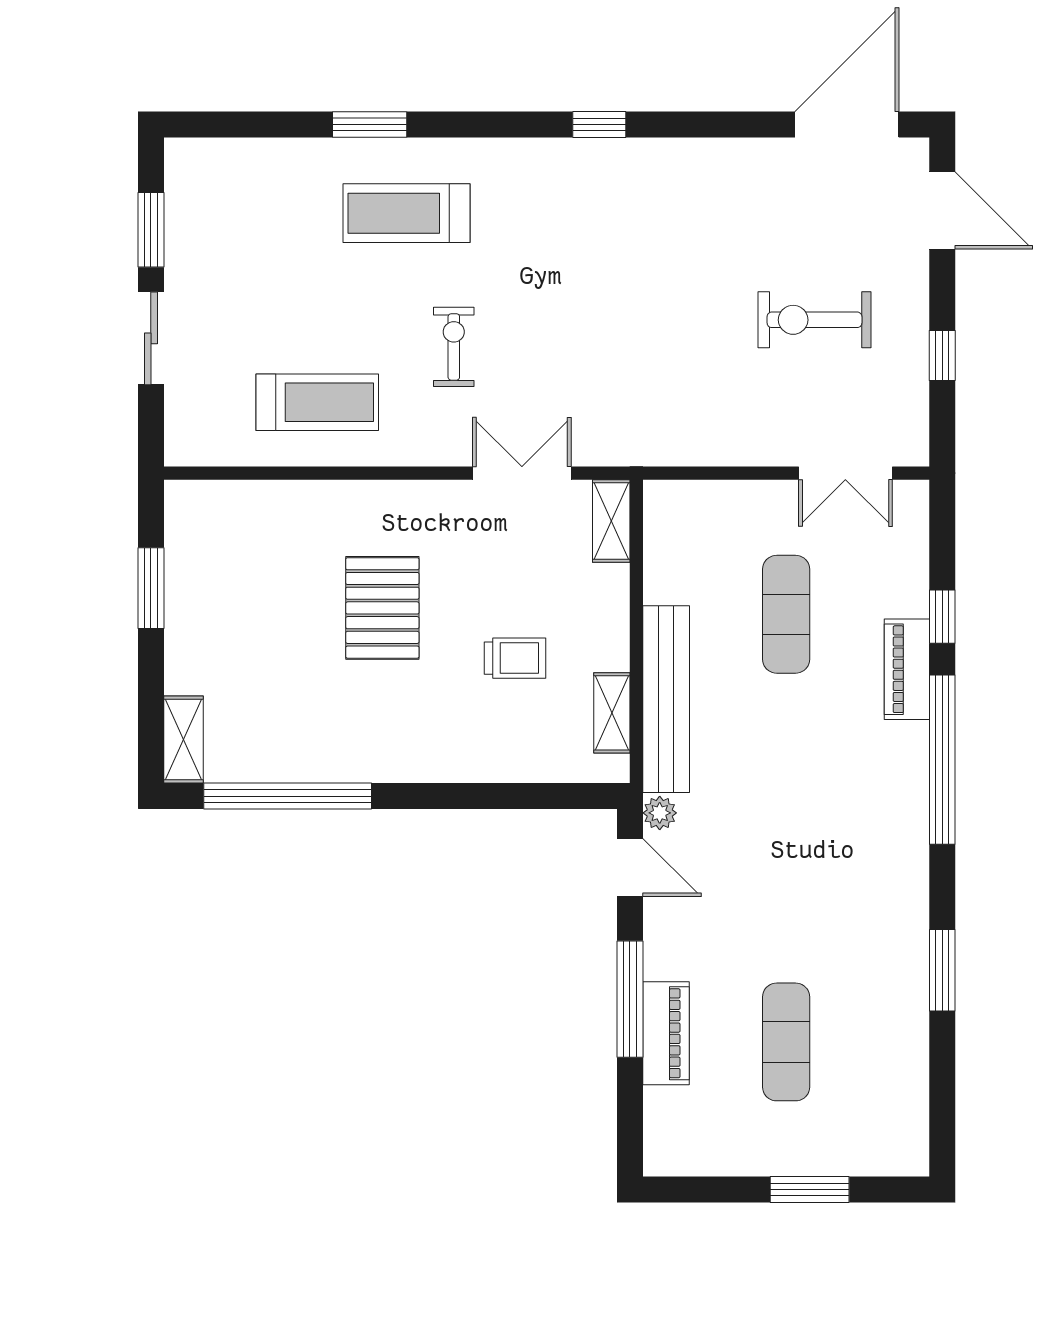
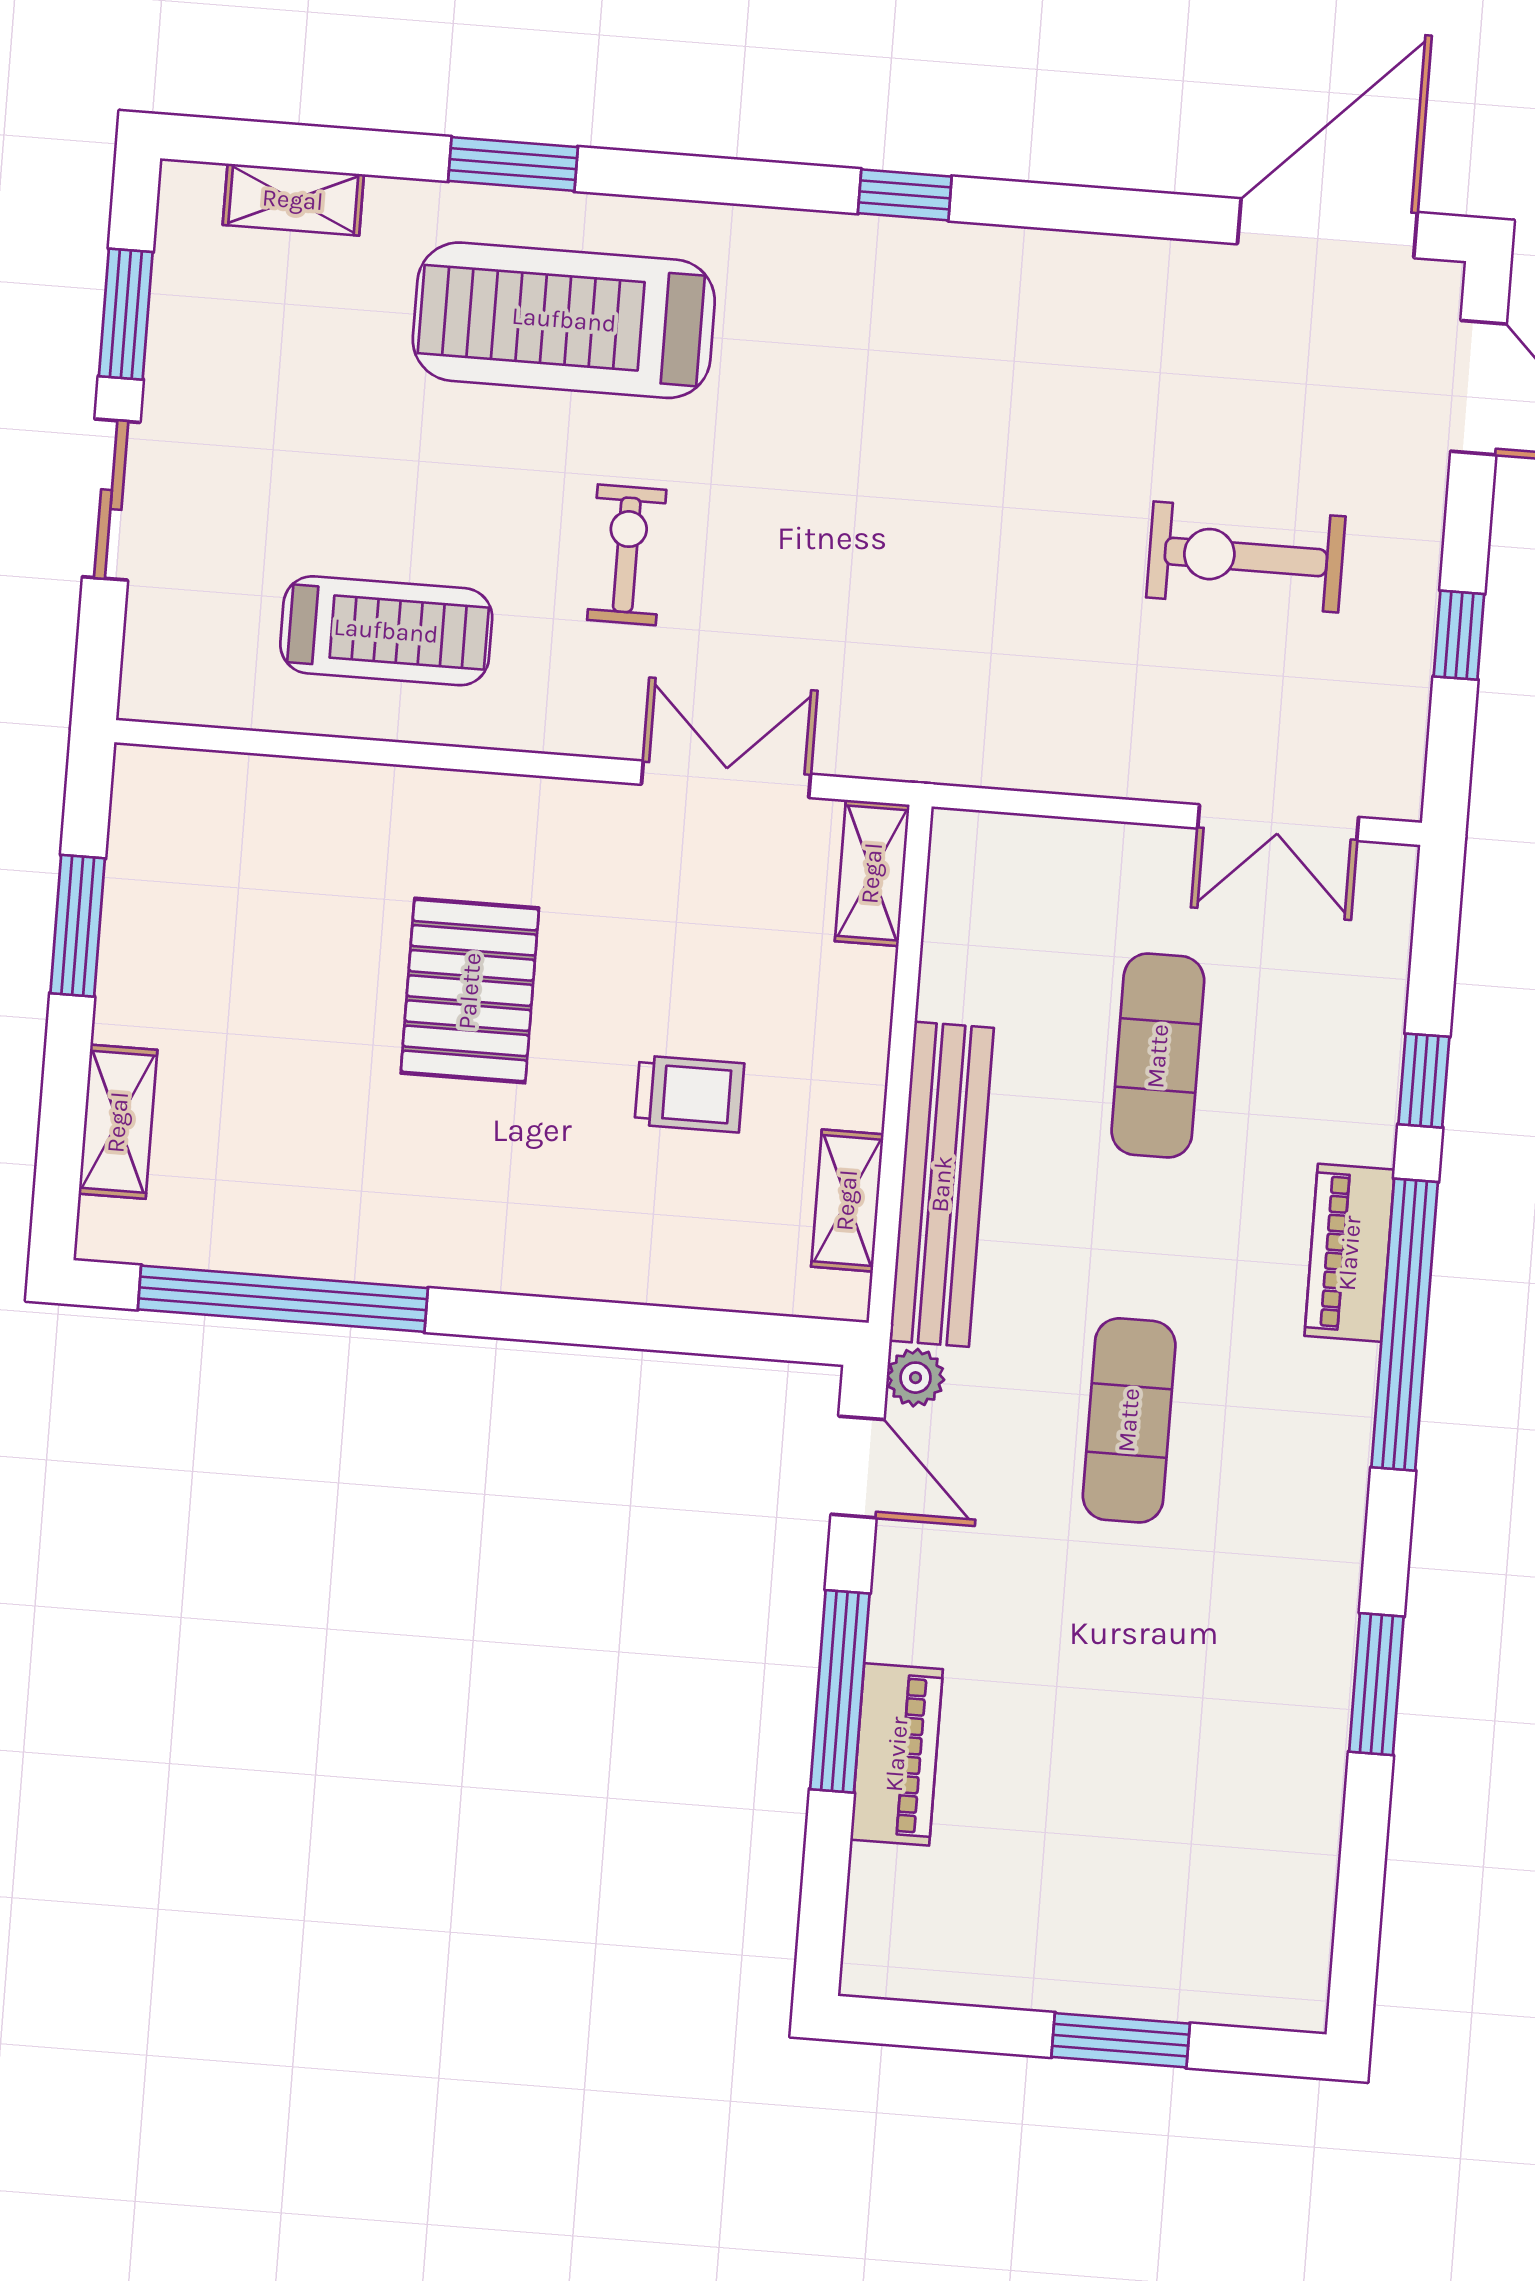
shelving: (243, 155) -> (293, 200), added
treadmill: (406, 213) -> (564, 320), width x1.37, depth x1.38
piano: (907, 669) -> (1350, 1253), moved
shelving: (183, 740) -> (118, 1122), moved
exercise mat: (786, 1042) -> (1129, 1420), moved

